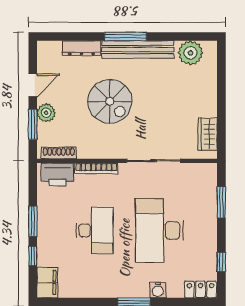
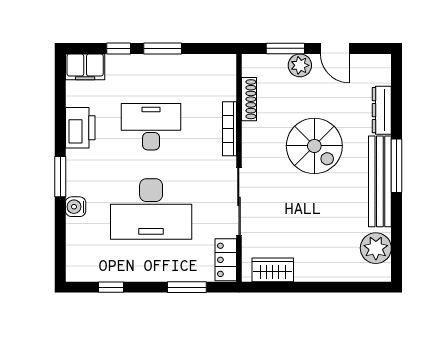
spiral stairs: (110, 101) -> (314, 146), turned -90
shoe rack: (59, 153) -> (249, 99), moved
printer: (57, 174) -> (80, 128), moved, turned 180
desk: (95, 230) -> (151, 127), turned 180
desk: (160, 230) -> (151, 209), turned 180
locker: (201, 289) -> (226, 260), moved, turned 180

